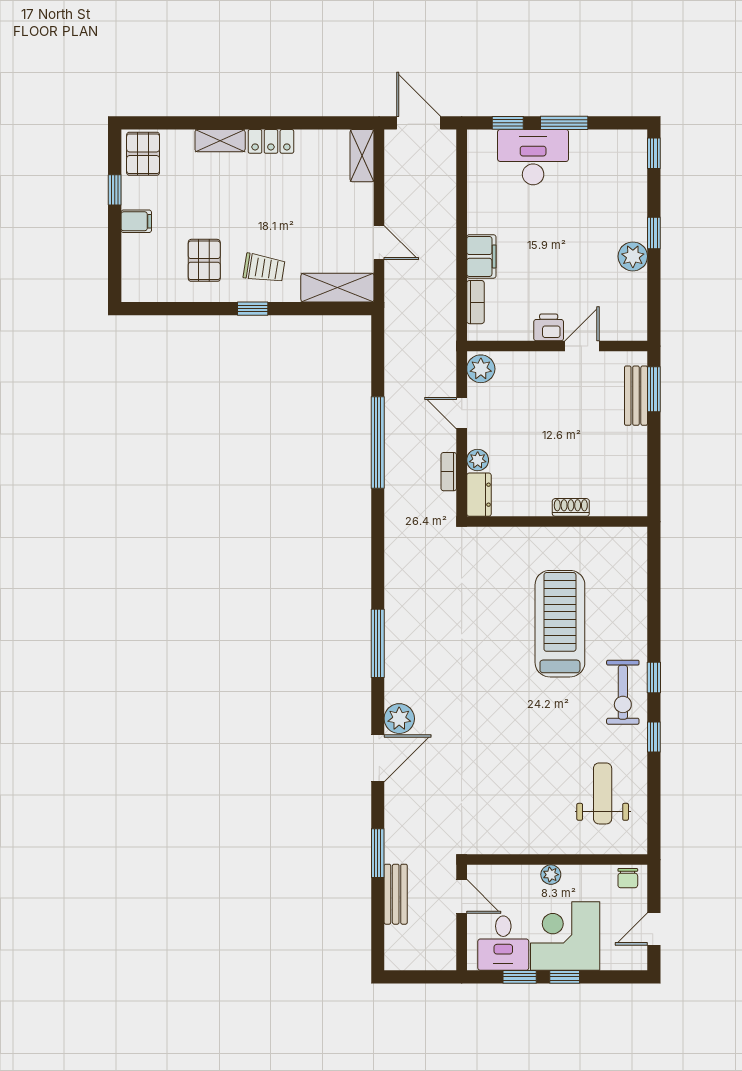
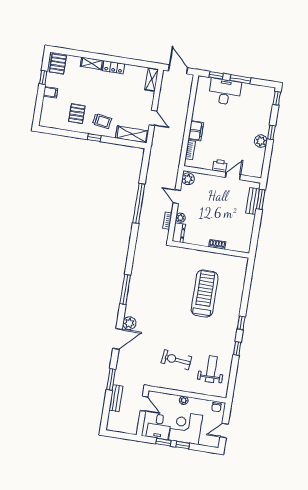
exercise bike: (623, 692) -> (176, 360), moved, turned 96

